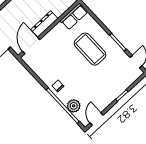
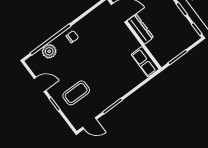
coffee table: (90, 49) -> (76, 93), moved, width x0.73, depth x0.76
door: (97, 119) -> (40, 84), moved

